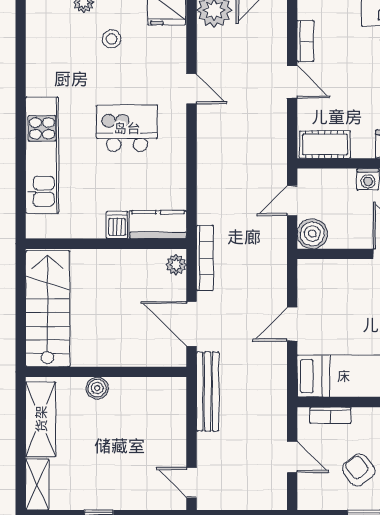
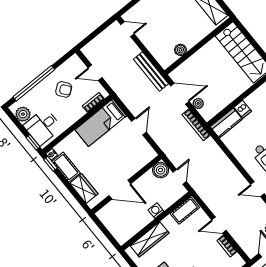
plant: (176, 265) -> (198, 103), moved
boiler: (97, 388) -> (180, 50), moved

